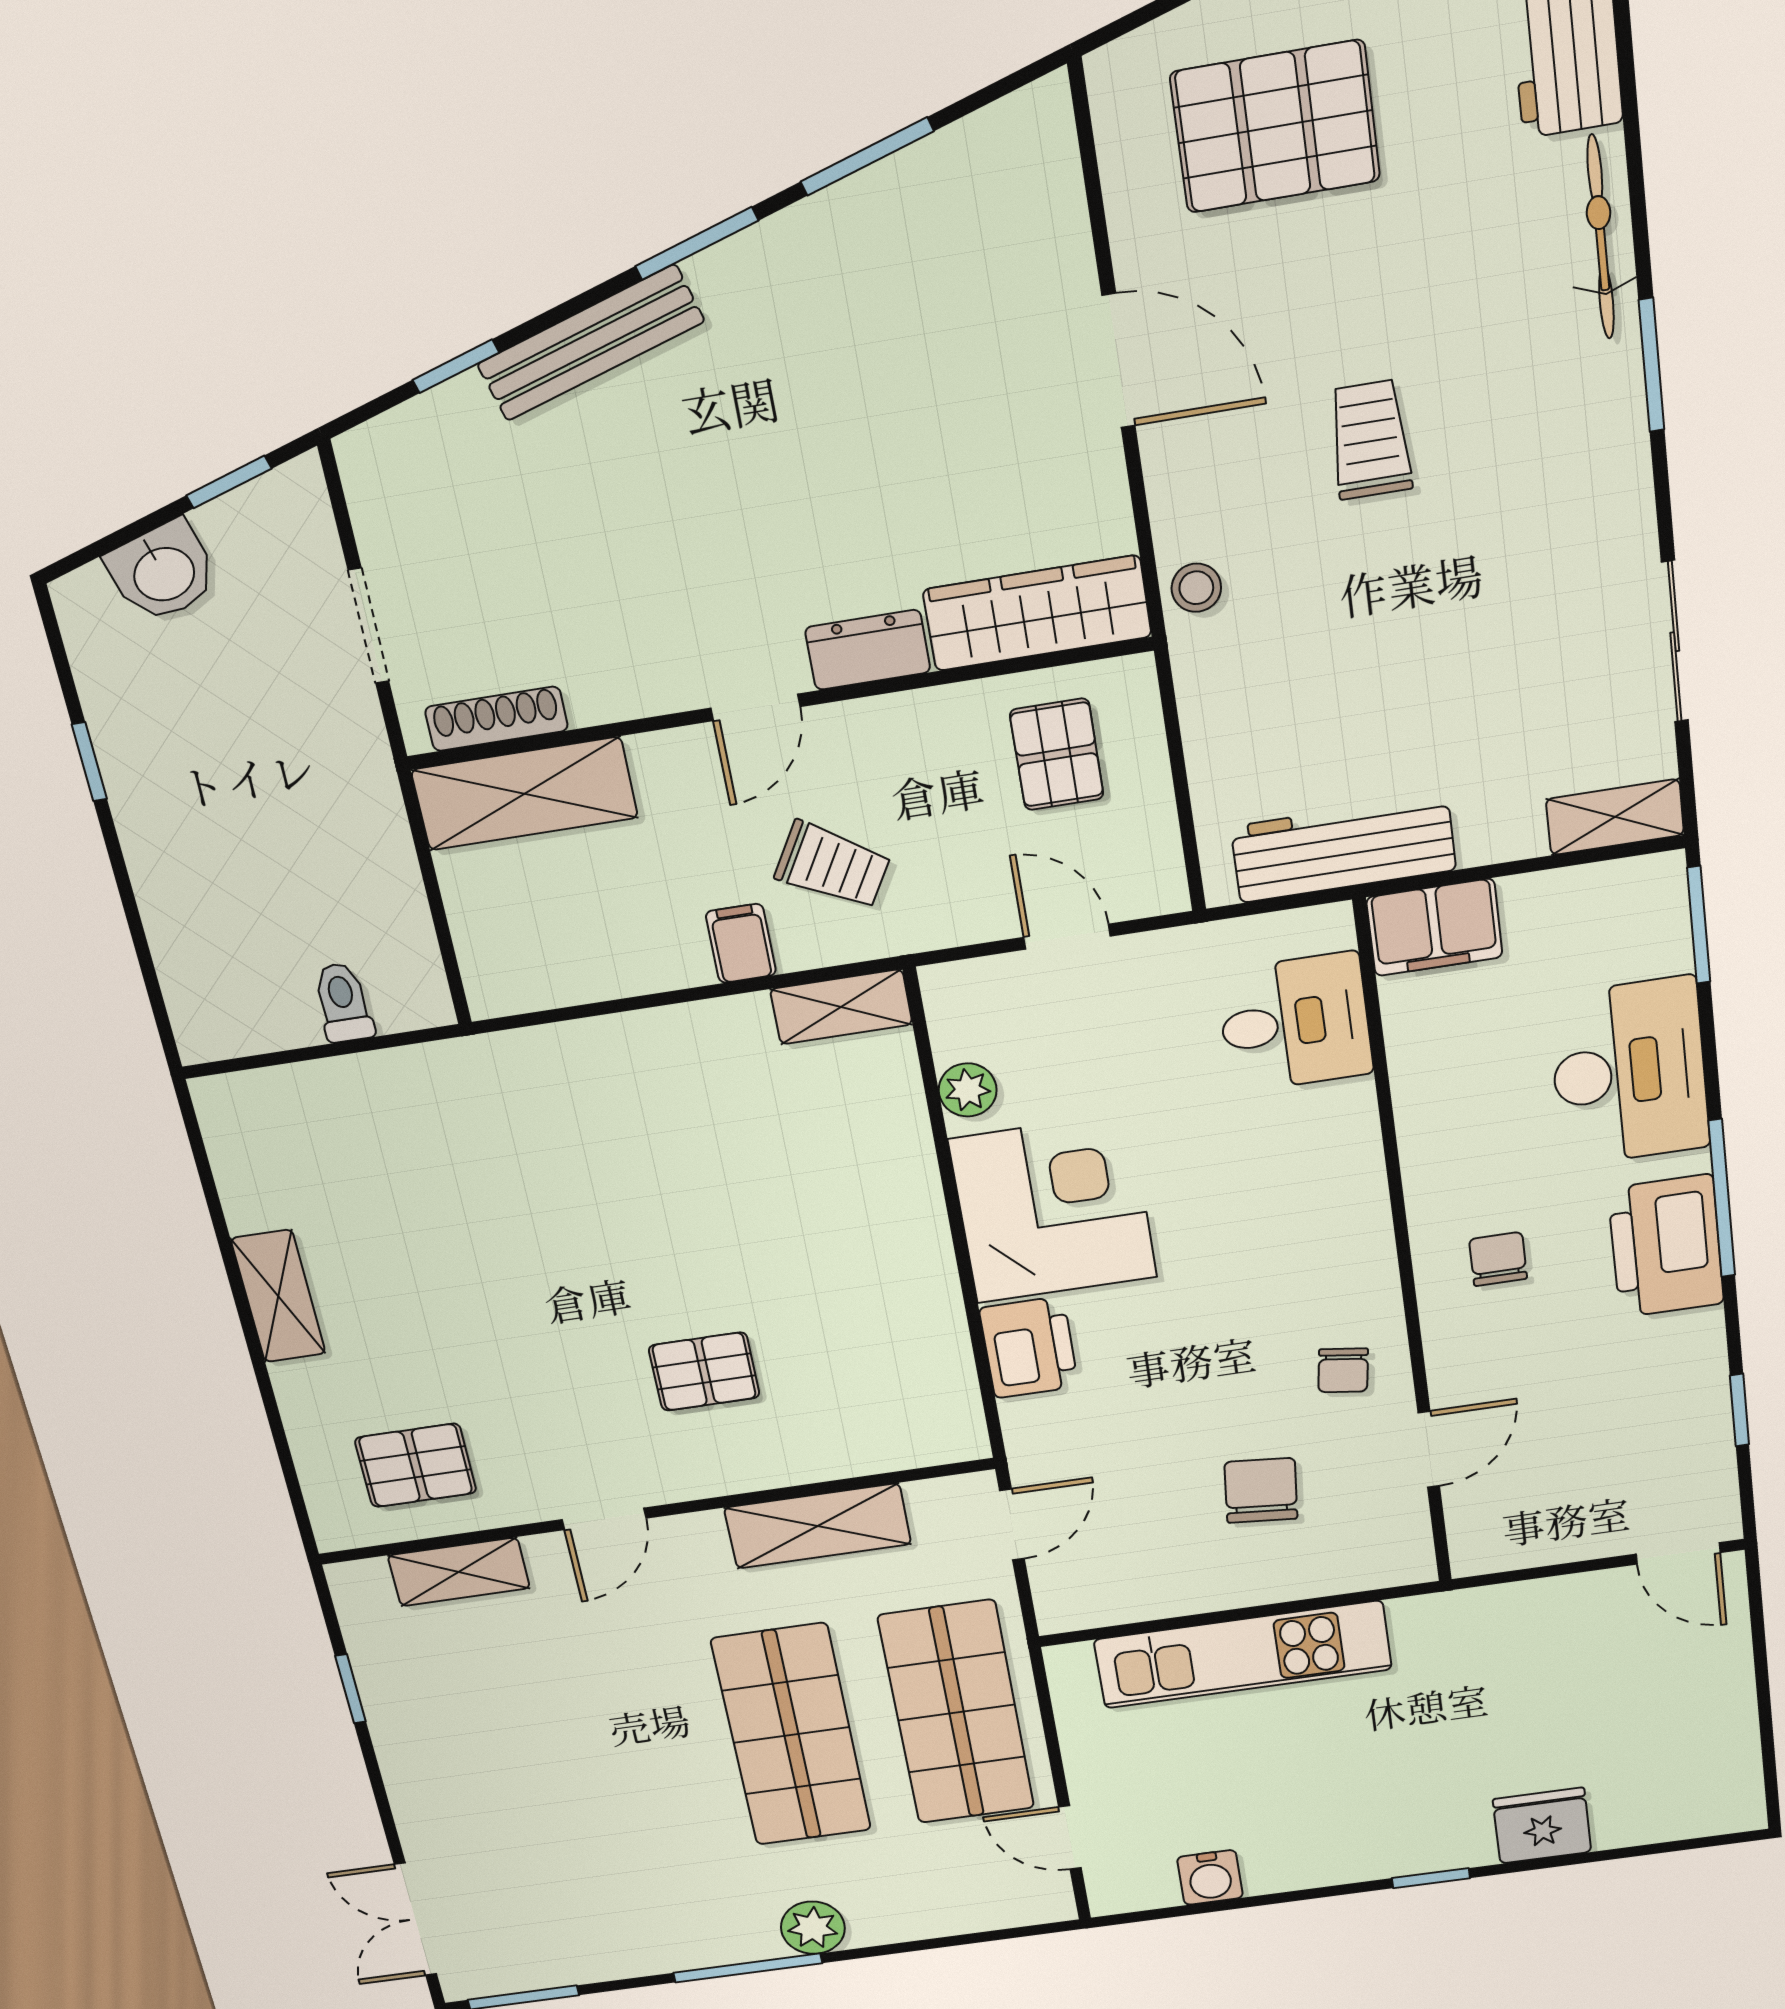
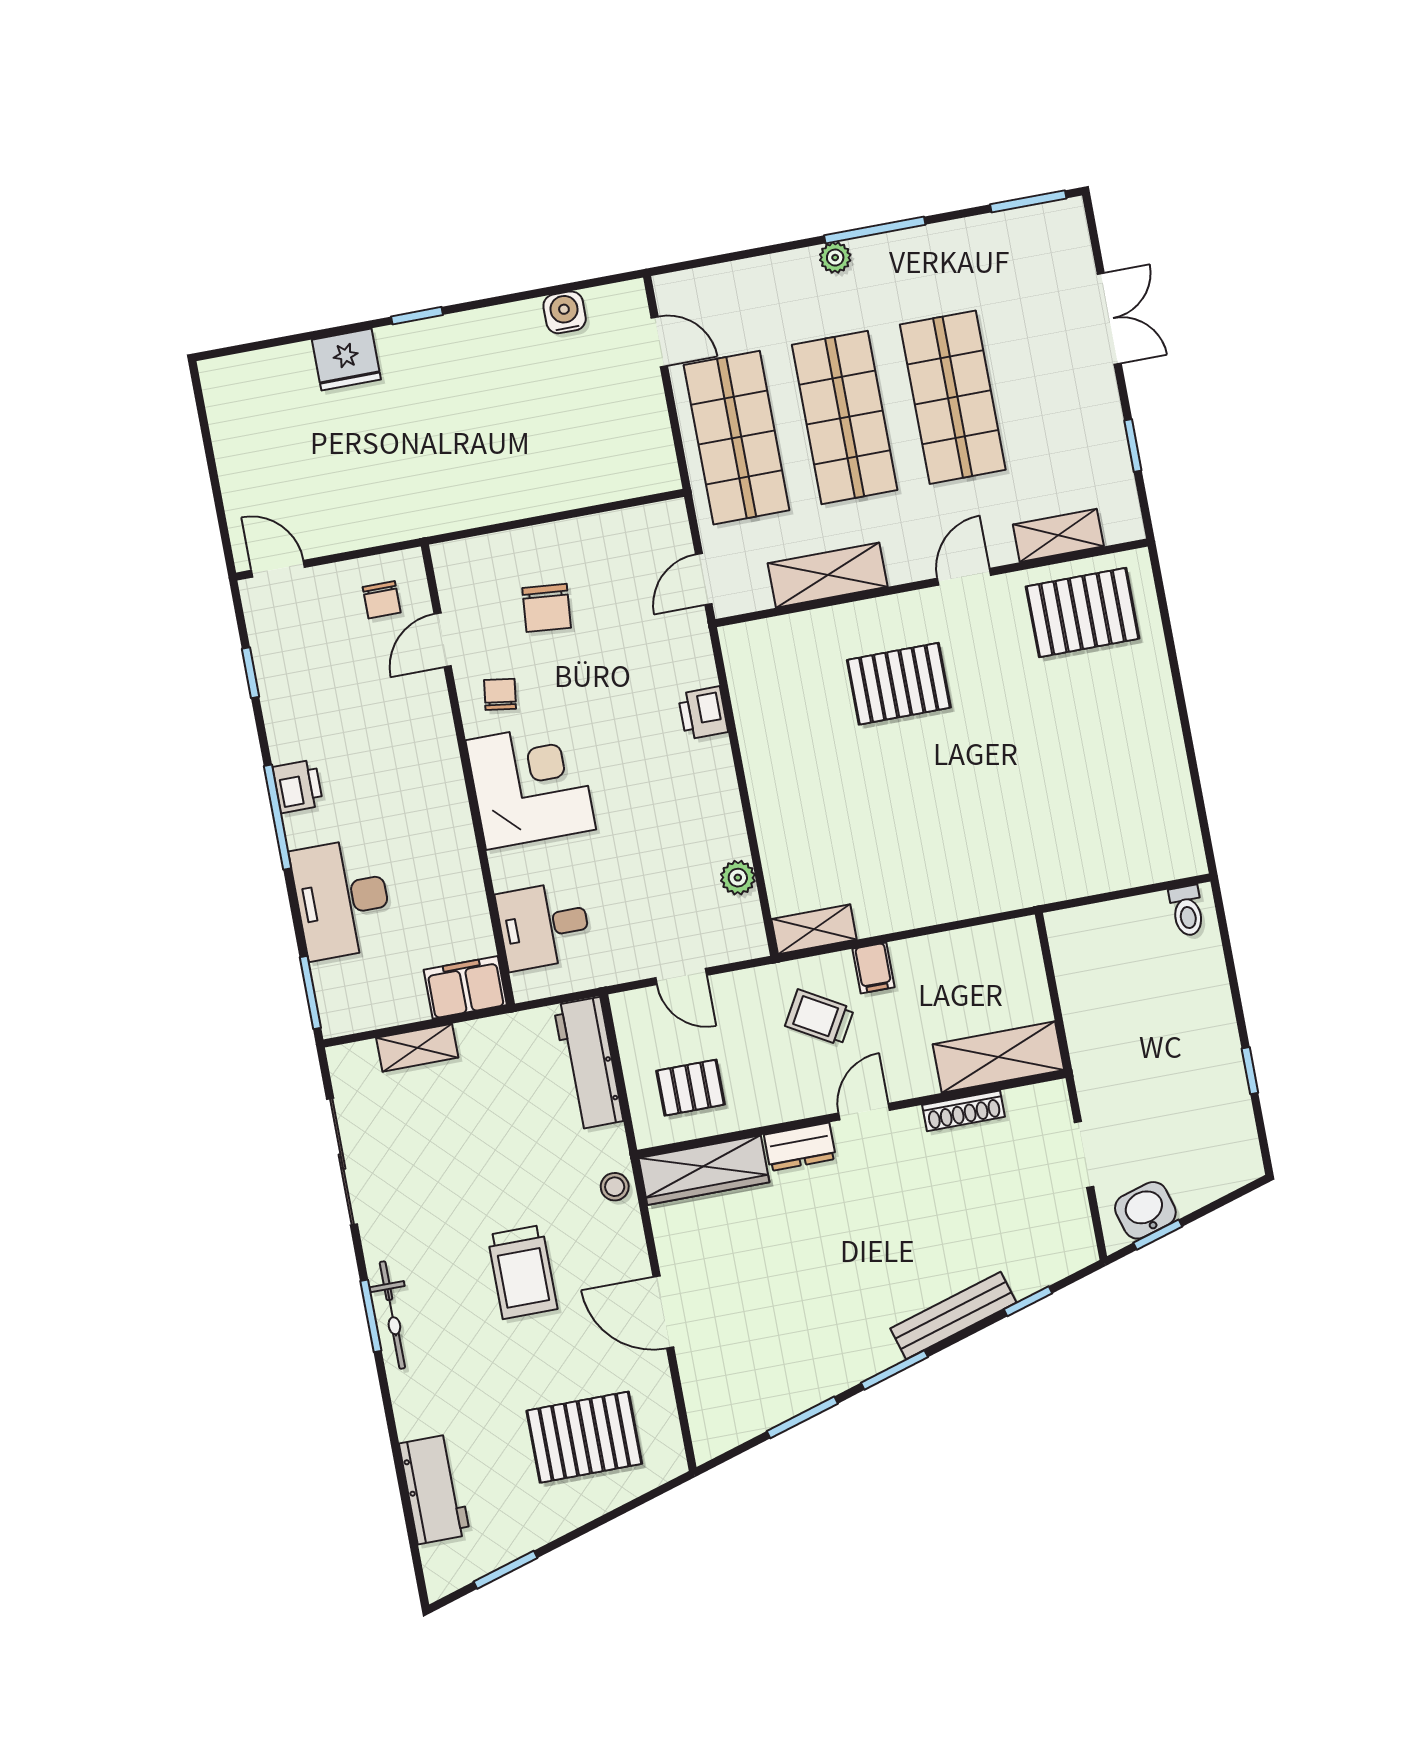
bicycle: (1601, 237) -> (392, 1315), moved
trolley: (1370, 440) -> (522, 1272), width x1.36, depth x1.39
washbasin: (163, 572) -> (1145, 1210), moved
sliding door: (1675, 642) -> (342, 1162), width x1.37
shoe rack: (496, 719) -> (964, 1111), moved
pallet: (1057, 754) -> (691, 1088), turned 90
shelving: (1615, 817) -> (417, 1048), moved
workbench: (1343, 848) -> (588, 1063), moved, turned 90
toilet: (343, 1003) -> (1187, 911), moved
corner desk: (1053, 1208) -> (531, 785), moved, turned 180
printer: (1666, 1246) -> (298, 786), width x0.53, depth x0.68
chair: (1498, 1259) -> (382, 600), moved
shelving: (278, 1296) -> (1162, 730), removed
printer: (1029, 1347) -> (703, 713), width x0.73, depth x0.81
pallet: (704, 1372) -> (899, 684), width x1.50, depth x1.42
pallet: (416, 1465) -> (1083, 613), width x1.50, depth x1.42
kitchen unit: (1243, 1655) -> (552, 487), removed
shop shelf: (628, 1757) -> (953, 397), added
double door: (416, 1919) -> (1109, 319), moved
plant: (813, 1928) -> (835, 258), width x0.73, depth x0.73

